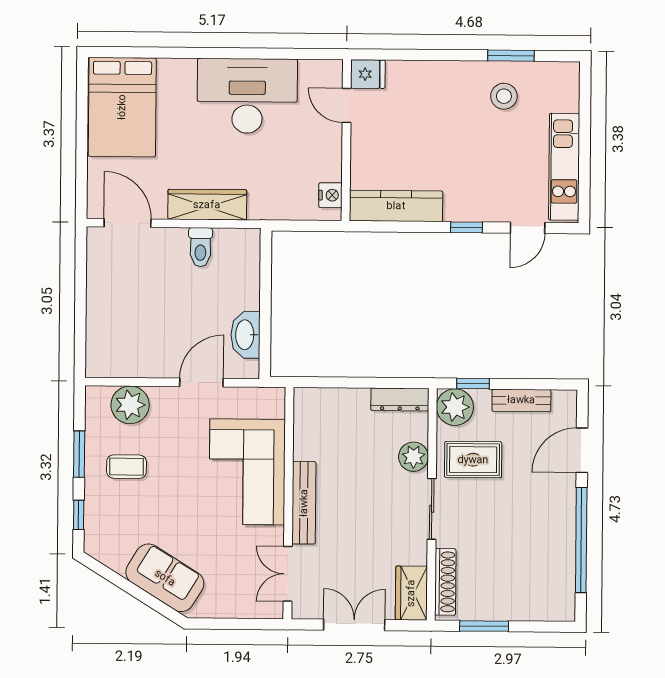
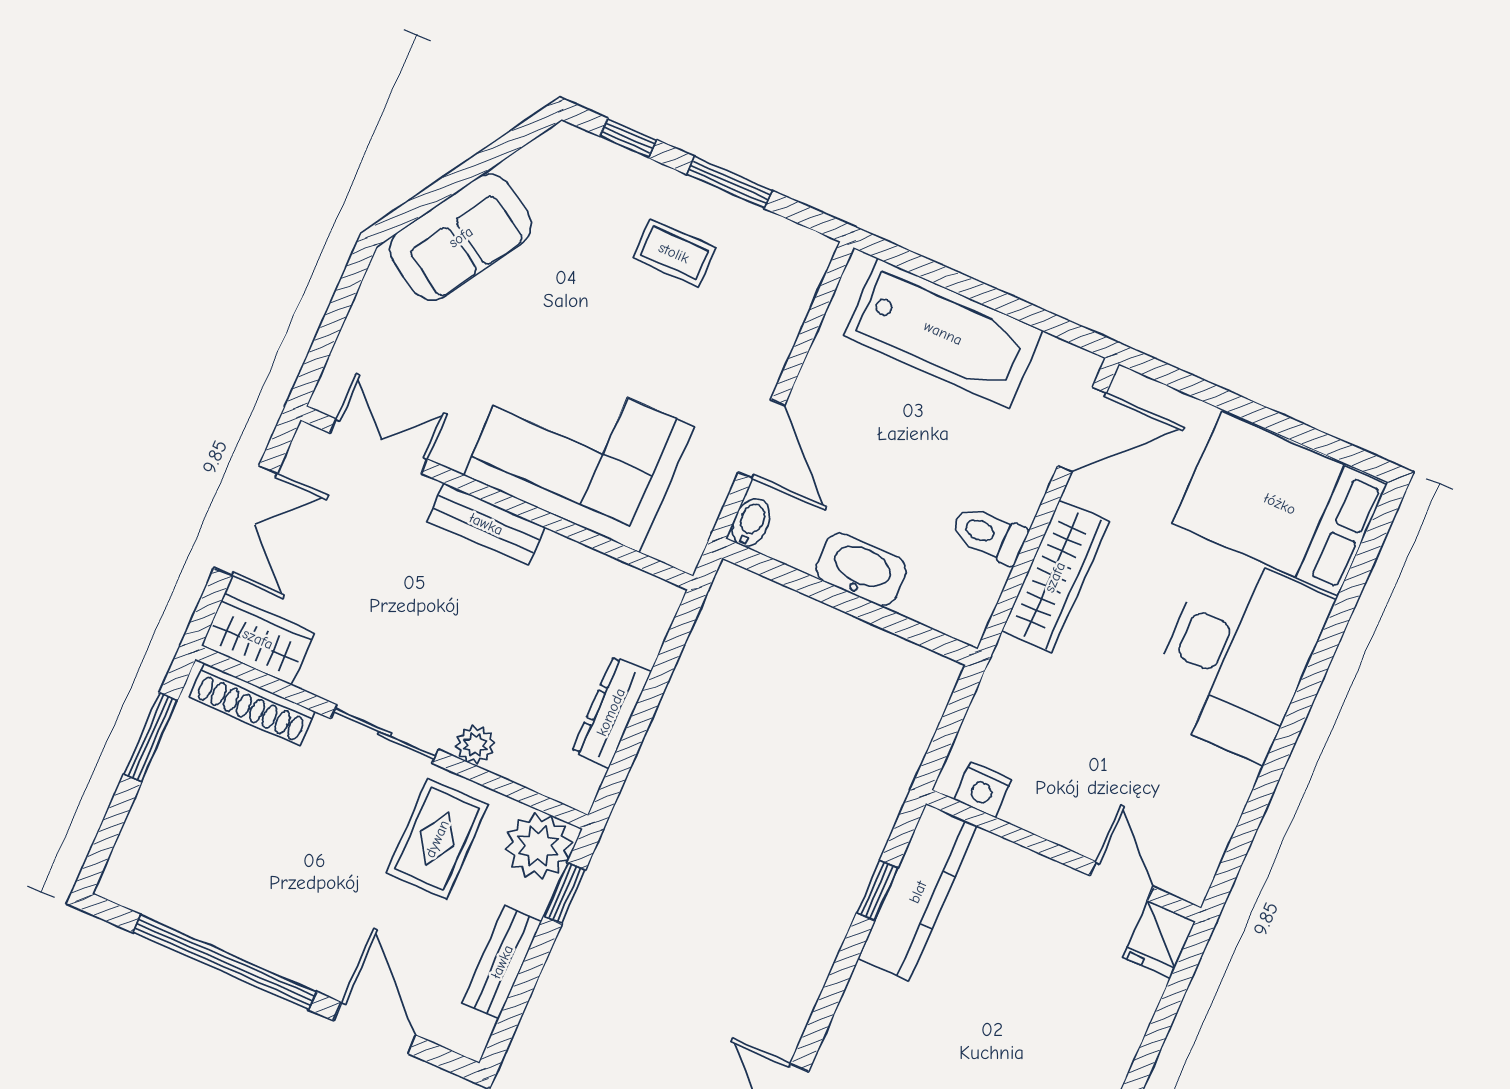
desk: (247, 96) -> (1238, 656), moved
door: (347, 105) -> (1121, 881), hinge flipped
window: (467, 227) -> (877, 890), moved
bathtub: (109, 314) -> (943, 333), added
washbasin: (246, 335) -> (861, 570), moved
bidet: (246, 370) -> (751, 523), added
dresser: (400, 399) -> (611, 712), moved
plant: (130, 405) -> (775, 303), removed
plant: (413, 457) -> (475, 745), width x0.73, depth x0.73
coffee table: (126, 467) -> (674, 253), turned 90
bench: (304, 503) -> (486, 524), width x0.73

